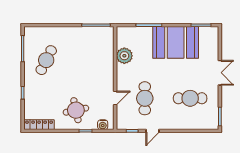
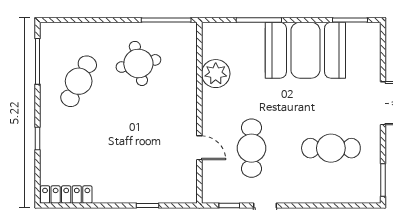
door: (115, 98) -> (199, 148), hinge flipped
round table: (76, 110) -> (138, 63), moved
water cooler: (103, 125) -> (178, 195), removed

